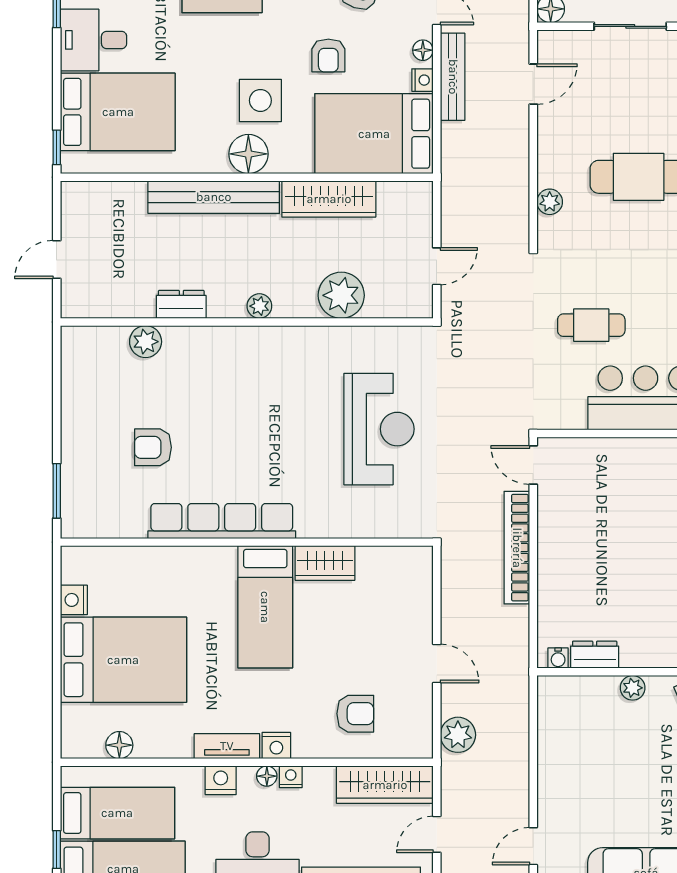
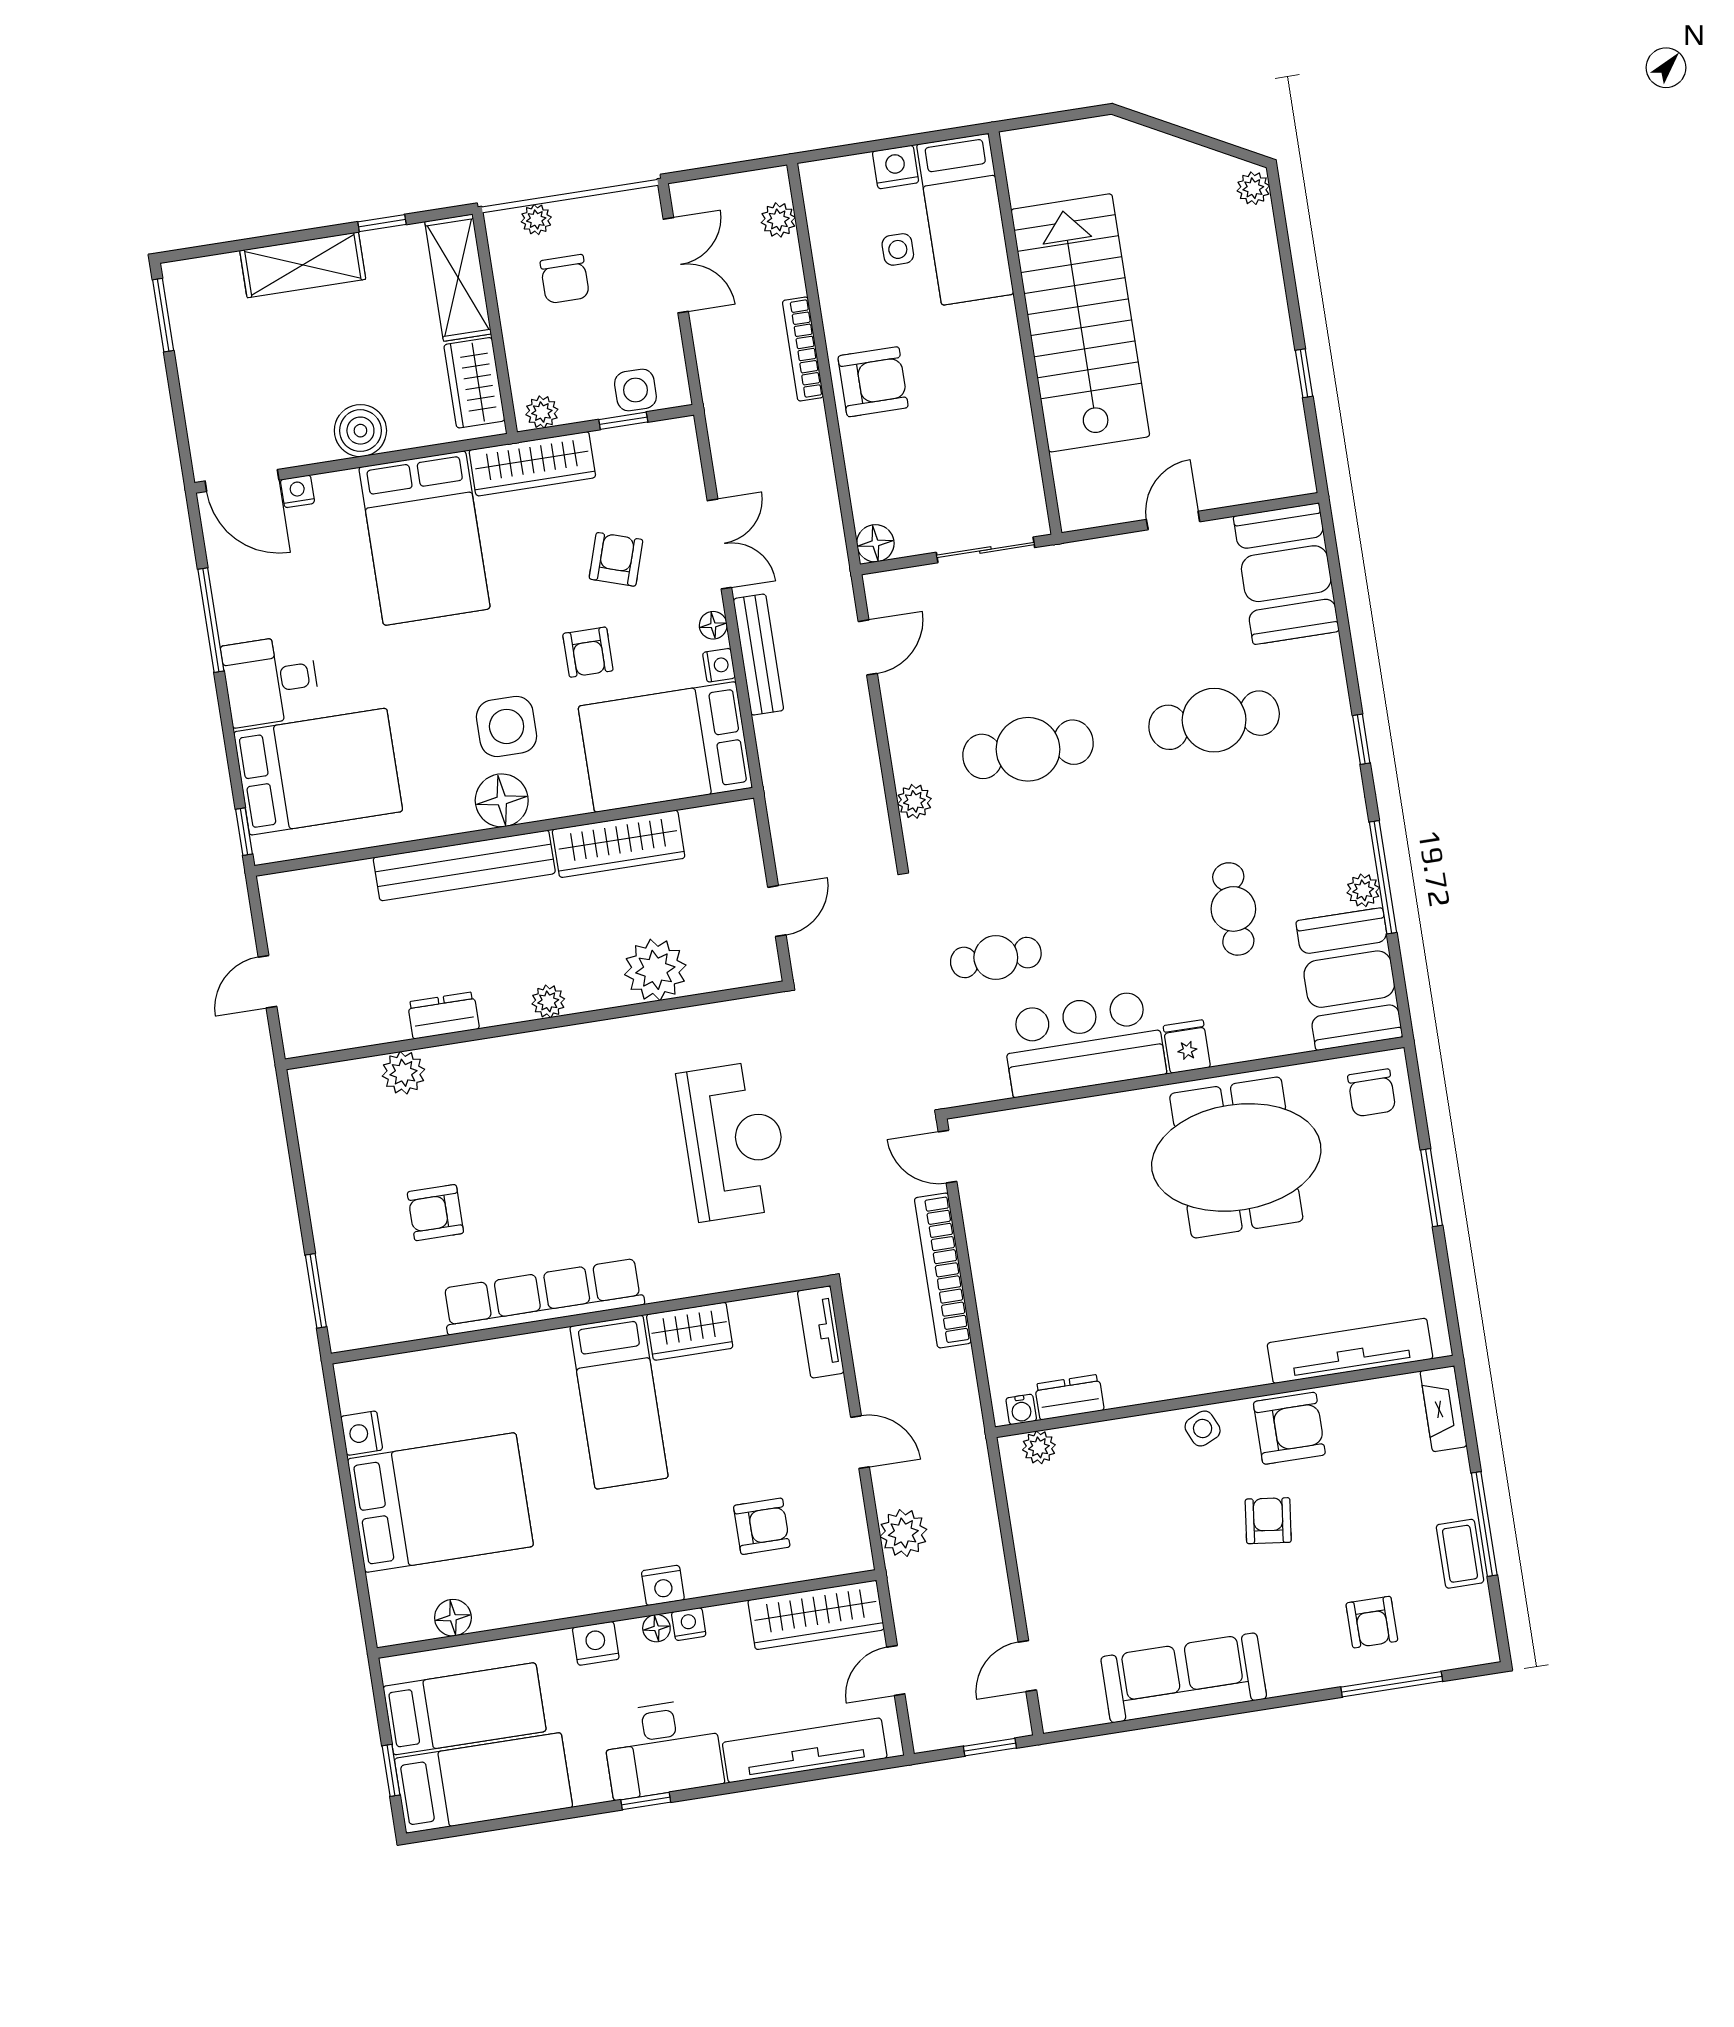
plant: (633, 688) -> (1039, 1447), moved
tv unit: (227, 746) -> (821, 1332), moved, turned -90

